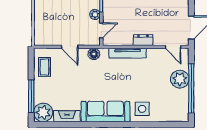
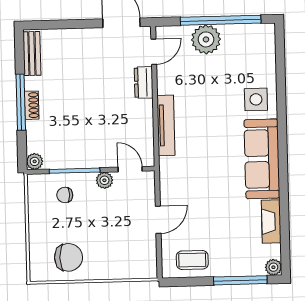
dresser: (143, 40) -> (144, 82), moved
floor lamp: (94, 54) -> (169, 180), removed
plant: (43, 112) -> (273, 267), width x0.53, depth x0.53

